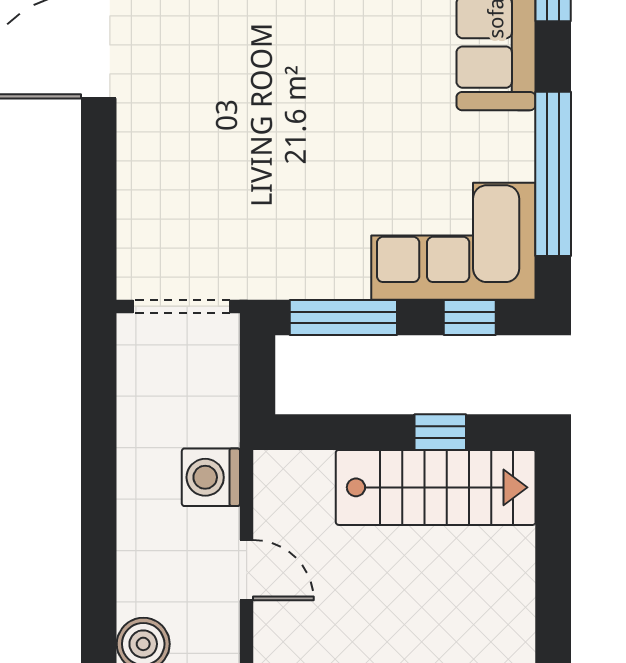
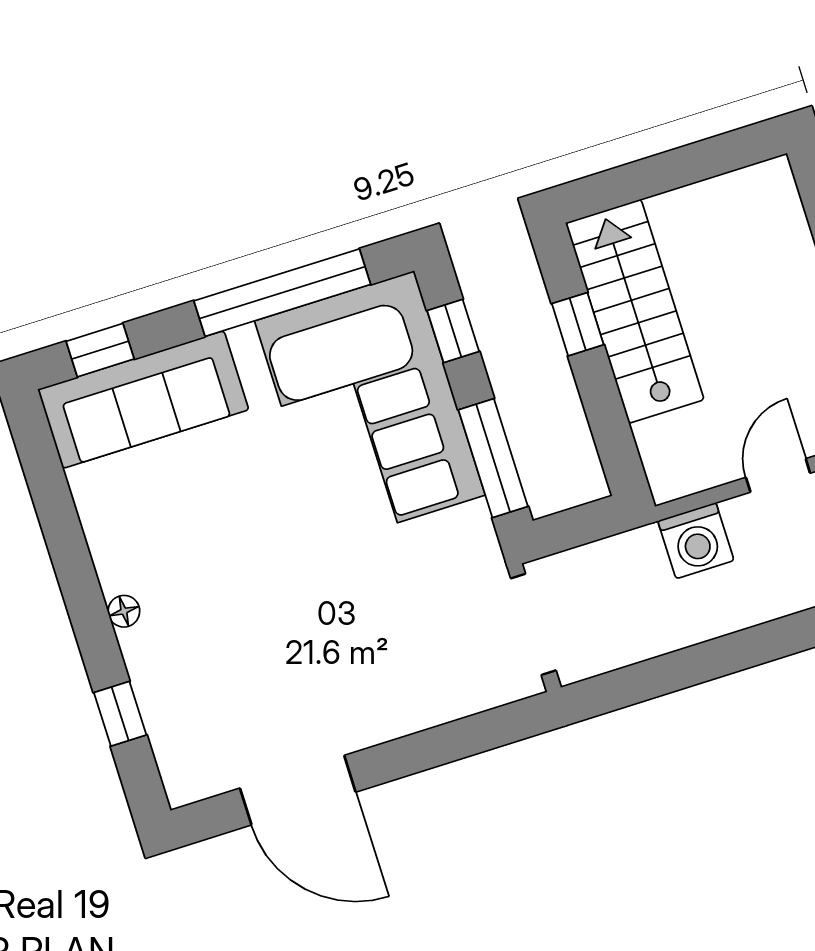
corner sofa: (453, 241) -> (370, 408), width x1.36, depth x1.36

